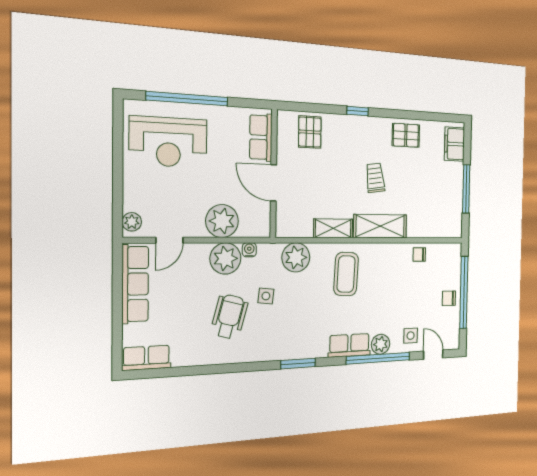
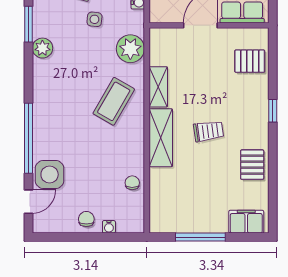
coffee table: (346, 274) -> (114, 101), turned -63
water cooler: (456, 277) -> (109, 227), added
window: (464, 292) -> (92, 237), removed
side table: (411, 336) -> (50, 175), width x1.87, depth x1.87
plant: (381, 344) -> (42, 48), moved
row of seats: (349, 345) -> (43, 106), removed
window: (298, 364) -> (28, 24), moved

